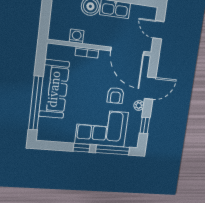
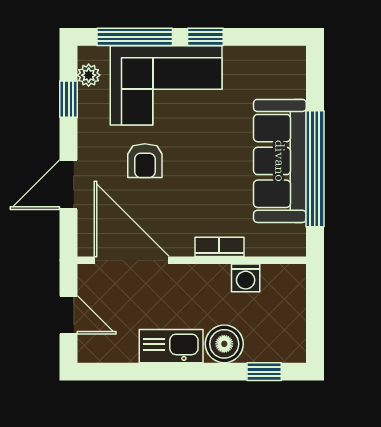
armchair: (115, 95) -> (145, 161), turned 180
window: (36, 103) -> (315, 169), moved
plant: (139, 105) -> (89, 75), moved

